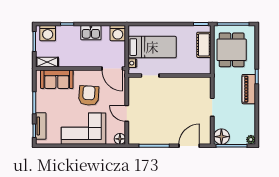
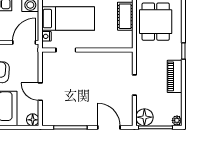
door: (112, 69) -> (24, 42), swing flipped
piano: (249, 89) -> (175, 76), moved
door: (189, 146) -> (109, 127), hinge flipped

